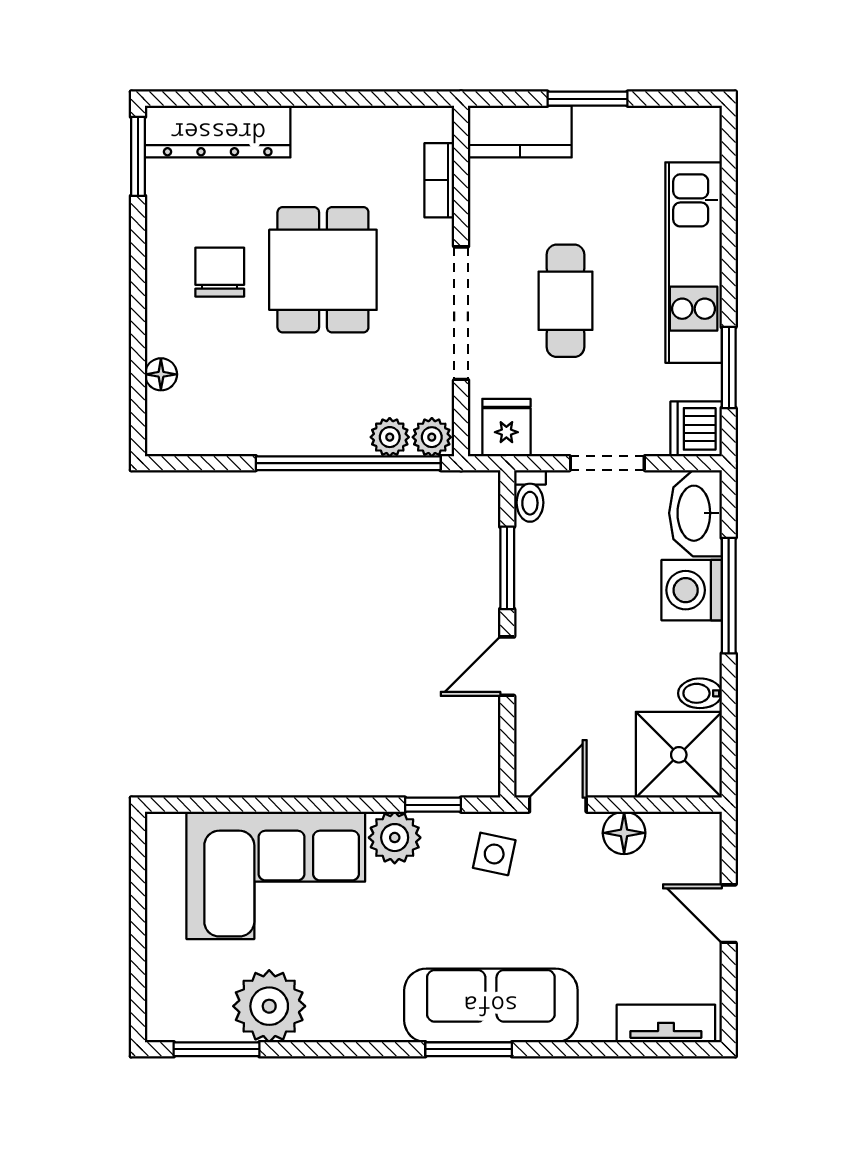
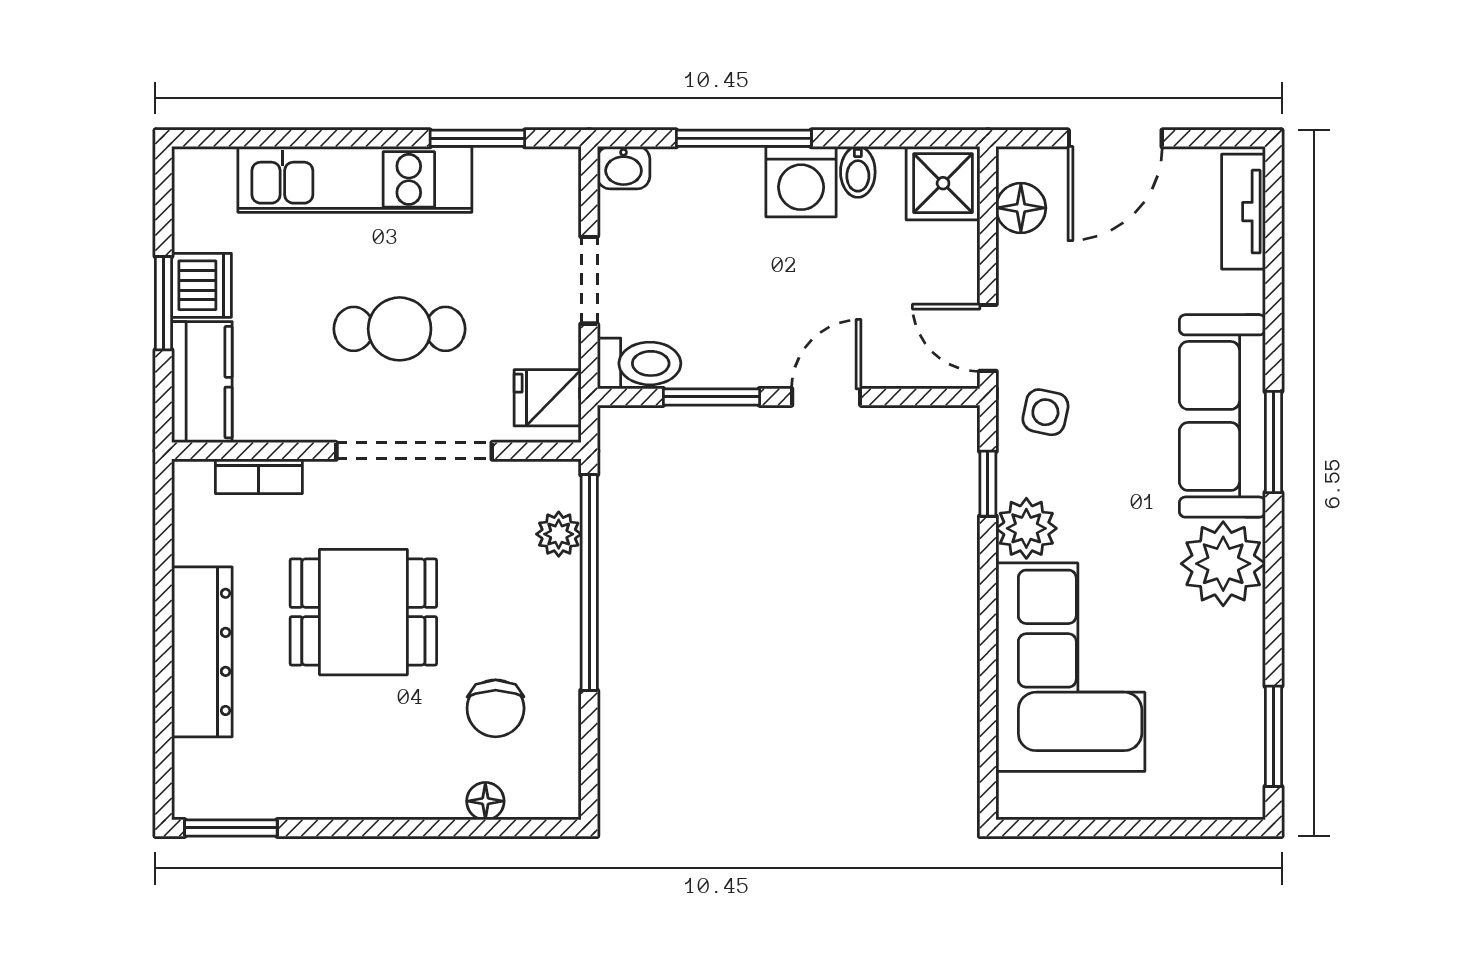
dresser: (218, 132) -> (202, 652), moved
chair: (220, 272) -> (496, 708), moved, turned -90
dishwasher: (696, 429) -> (202, 285), moved, turned -90
plant: (432, 437) -> (559, 485), removed
toilet: (530, 496) -> (639, 363), width x1.37, depth x1.39
washbasin: (695, 513) -> (624, 168), width x0.52, depth x0.69
washing machine: (692, 590) -> (801, 182), moved
door: (507, 666) -> (826, 397), swing flipped
shower: (679, 755) -> (943, 183), width x0.73, depth x0.73
floor lamp: (624, 833) -> (1021, 208), moved
door: (729, 914) -> (1115, 138), width x1.38
plant: (269, 1006) -> (1223, 564), moved

